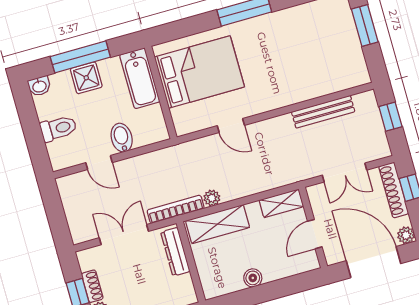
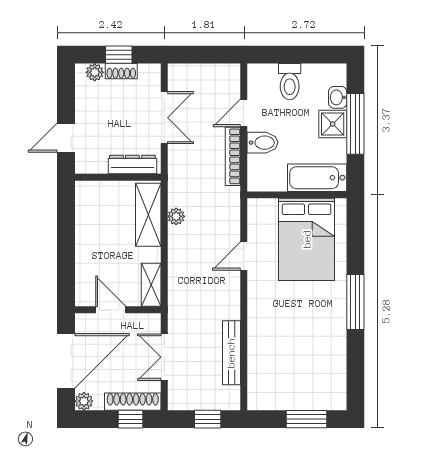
washbasin: (39, 86) -> (338, 97), moved
bookcase: (176, 209) -> (233, 156), moved, turned 180
boiler: (253, 278) -> (84, 235), removed

